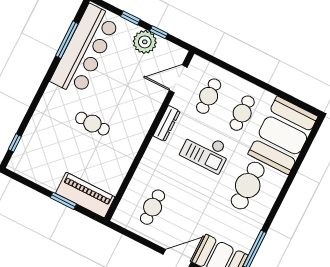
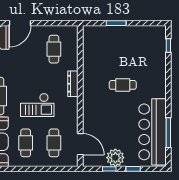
door: (178, 79) -> (80, 144), hinge flipped
dresser: (167, 124) -> (73, 84), moved
checkout: (206, 151) -> (37, 105), turned 180
piano: (85, 195) -> (103, 34), removed

